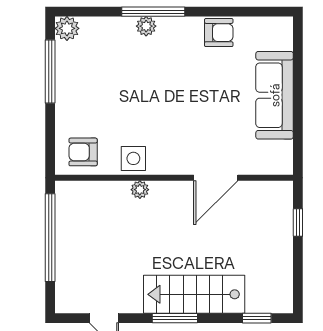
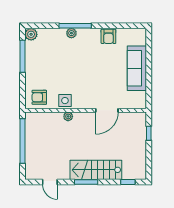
armchair: (219, 33) -> (108, 36), turned 90

